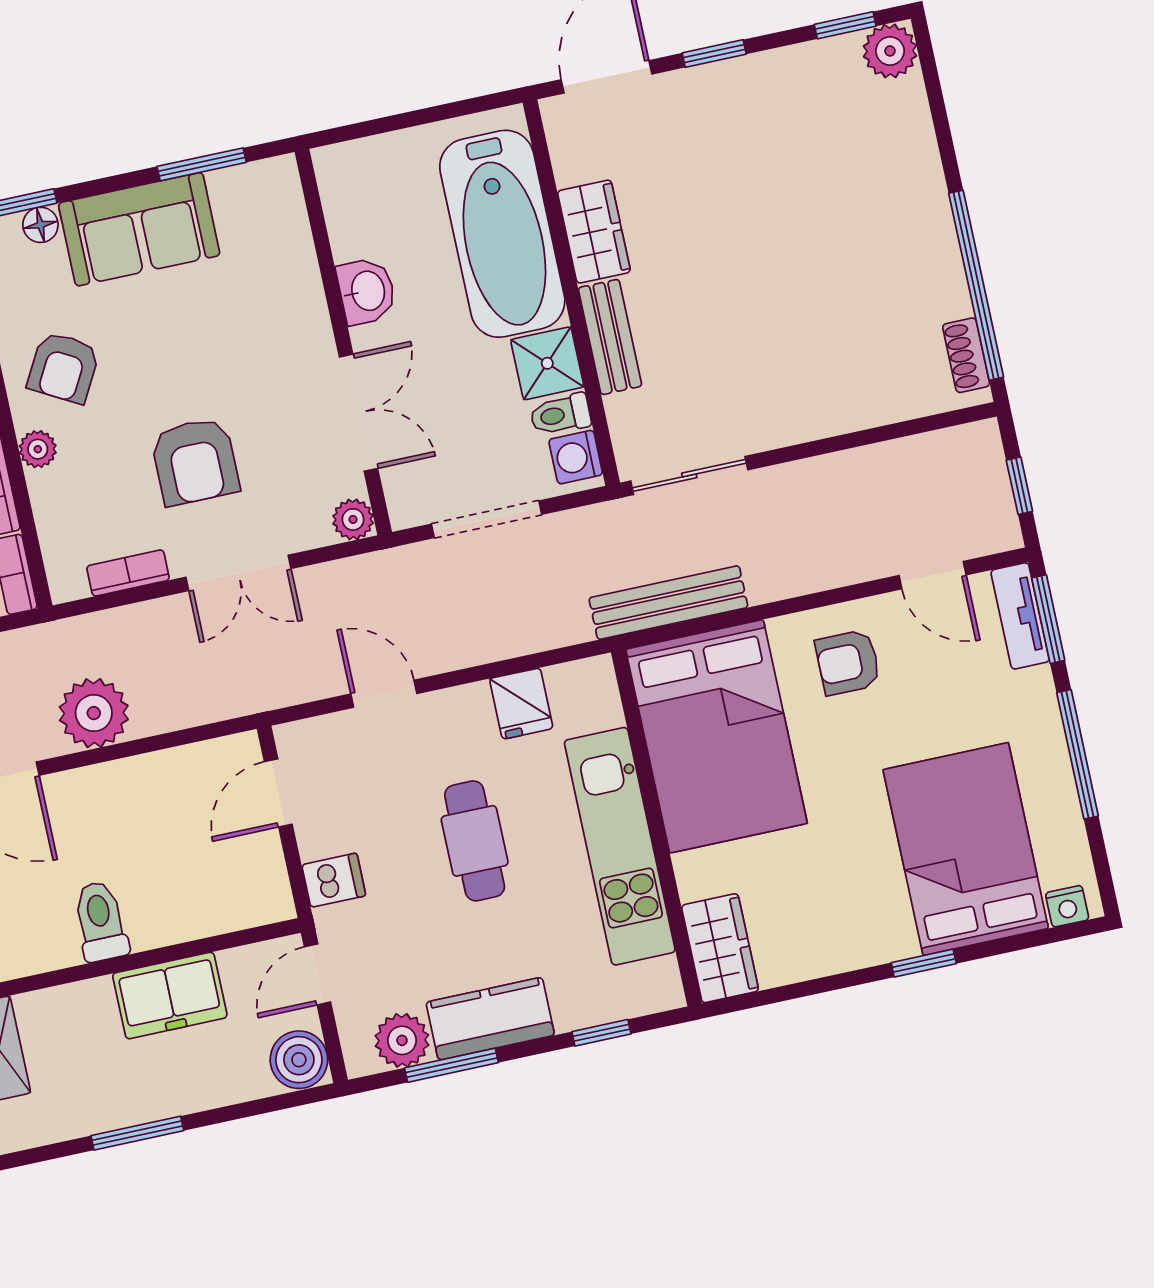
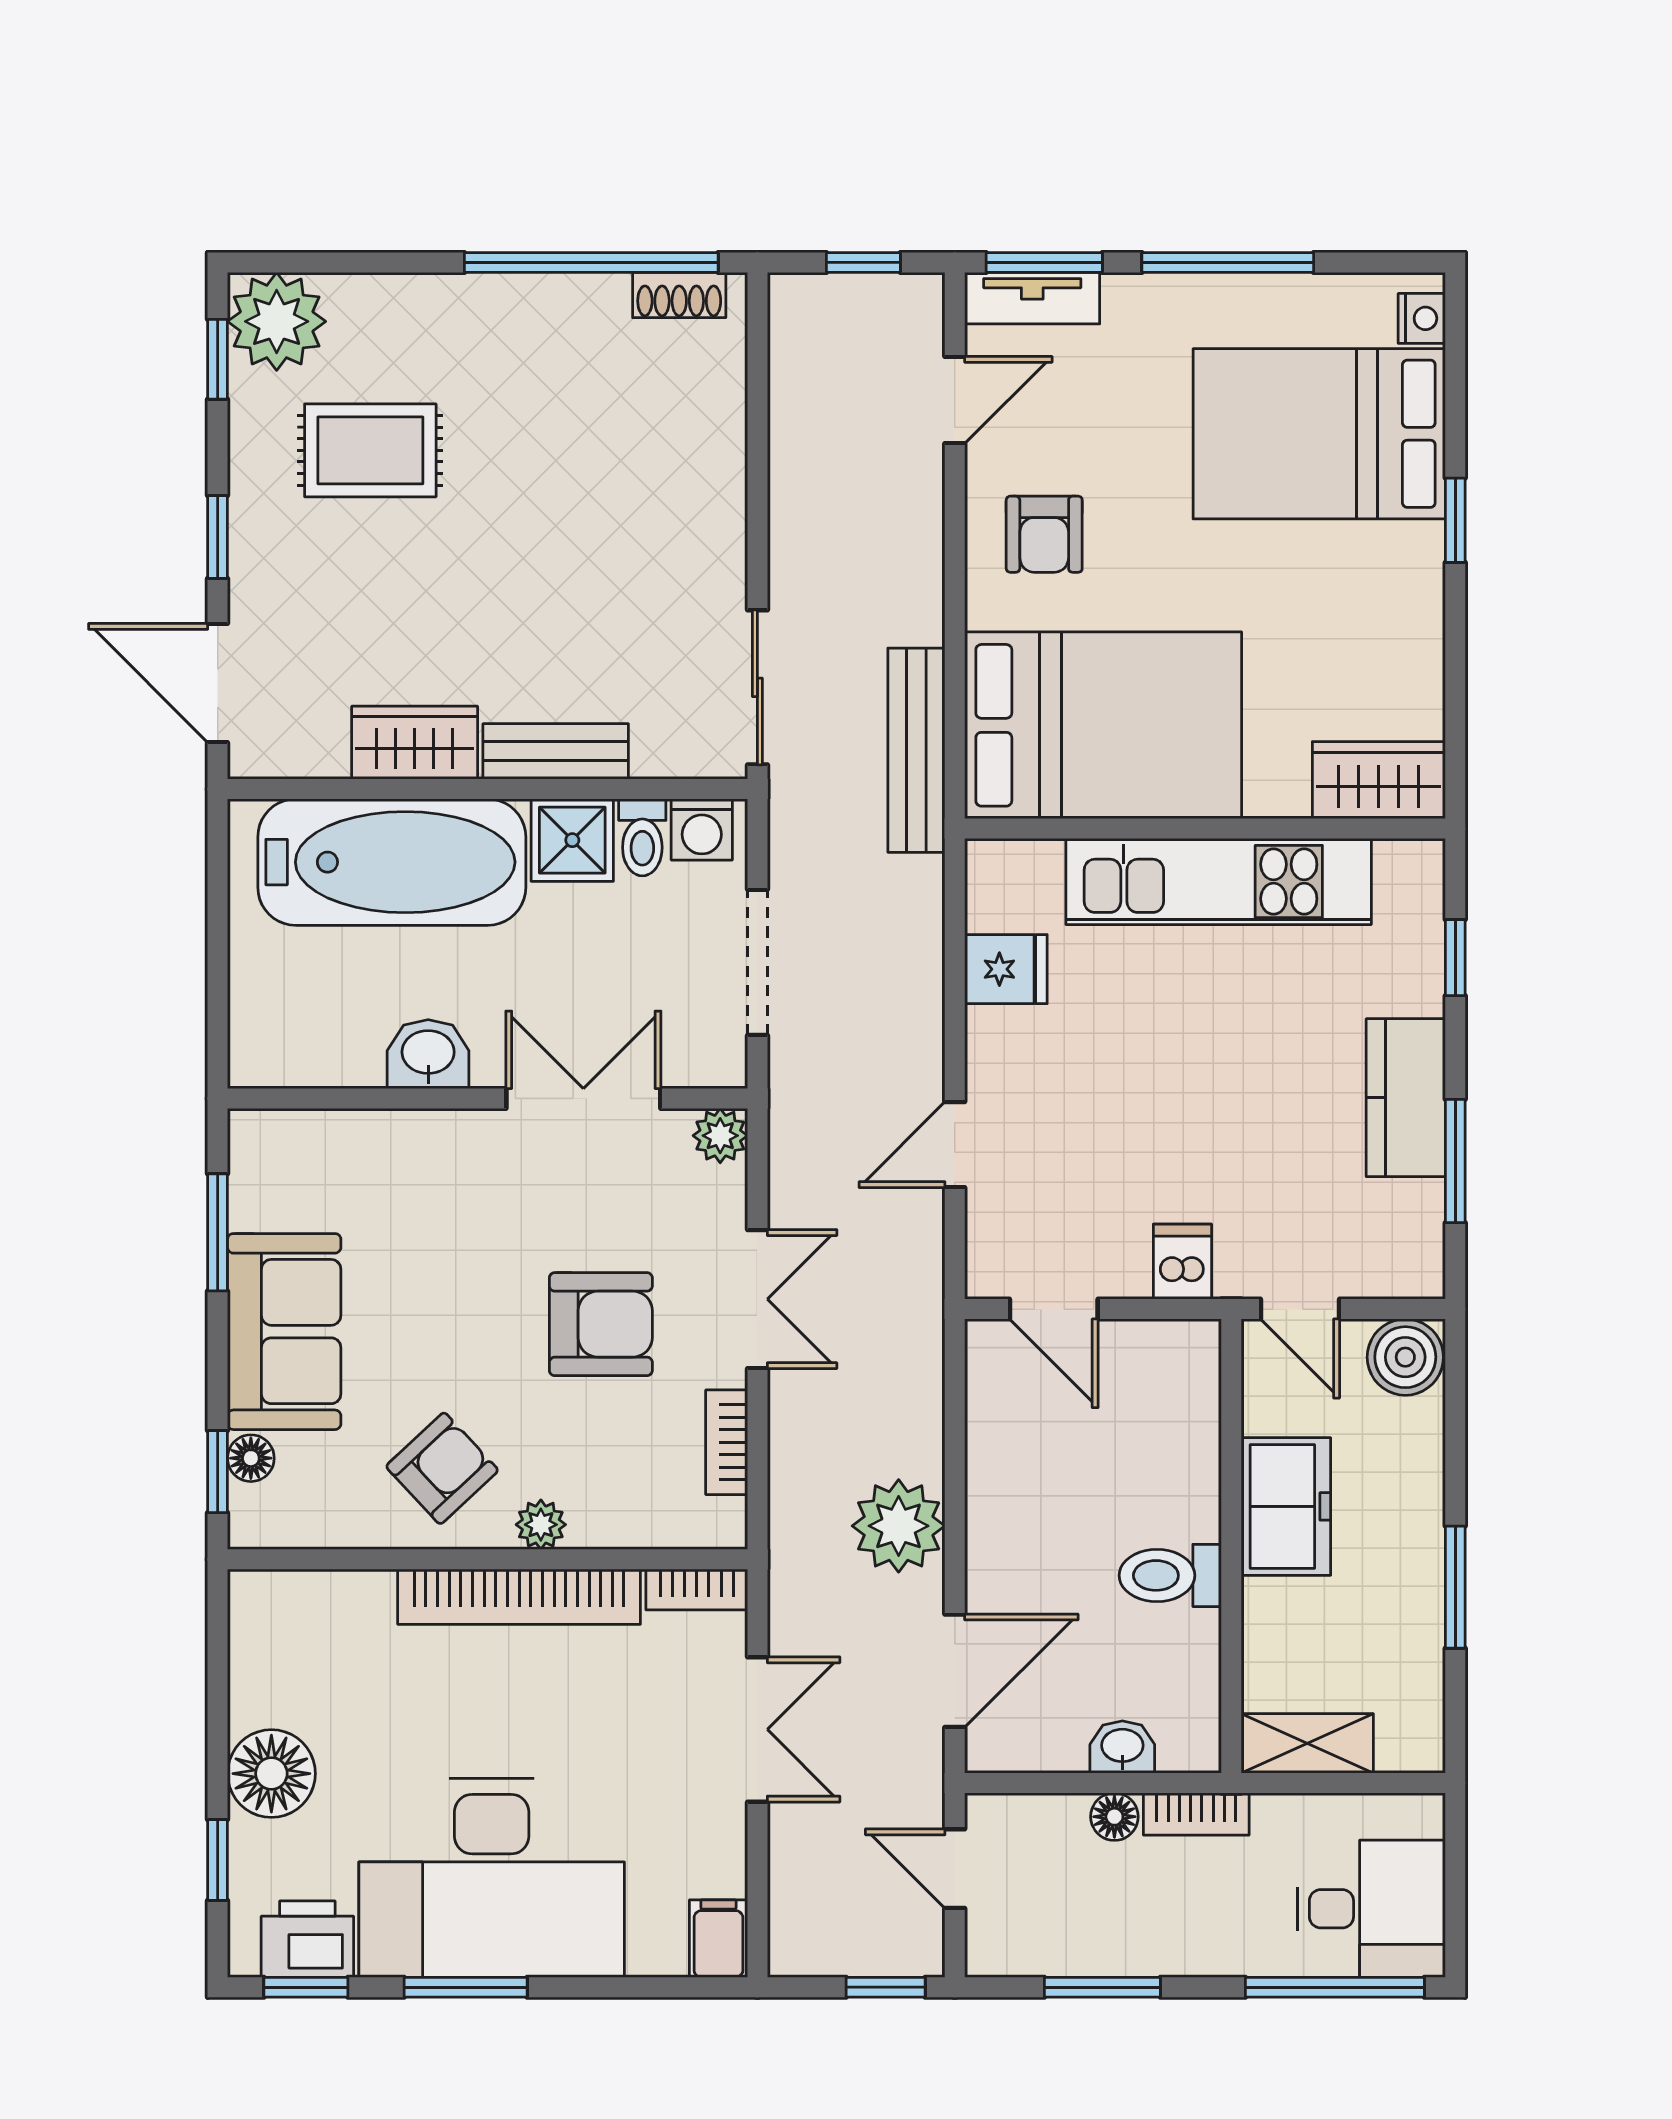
plant: (890, 51) -> (277, 321), width x1.36, depth x1.36
rug: (802, 152) -> (370, 450), added
armchair: (63, 367) -> (442, 1468), turned -72
cafe table: (475, 841) -> (1171, 1068), removed
plant: (402, 1040) -> (1409, 1218), removed

